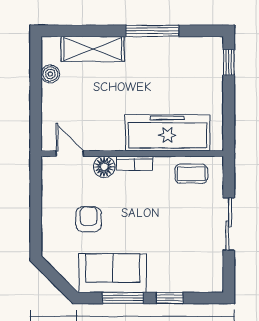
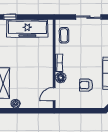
freezer: (167, 133) -> (27, 29), moved, turned -90

